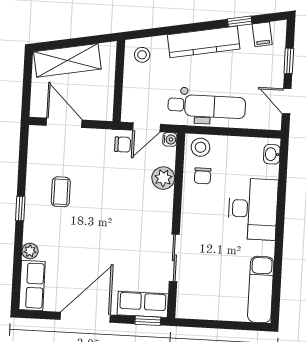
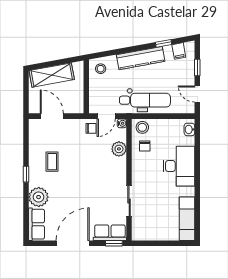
plant: (30, 251) -> (39, 197), width x1.87, depth x1.87

